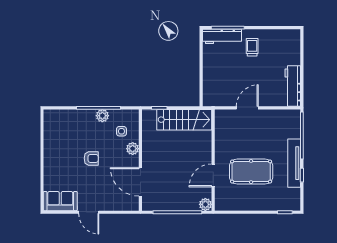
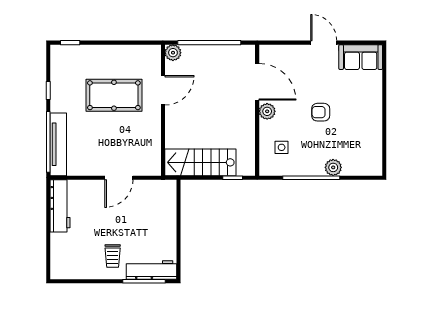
plant: (102, 116) -> (333, 167), moved
plant: (133, 149) -> (267, 111), moved
tv unit: (294, 163) -> (58, 144), moved

